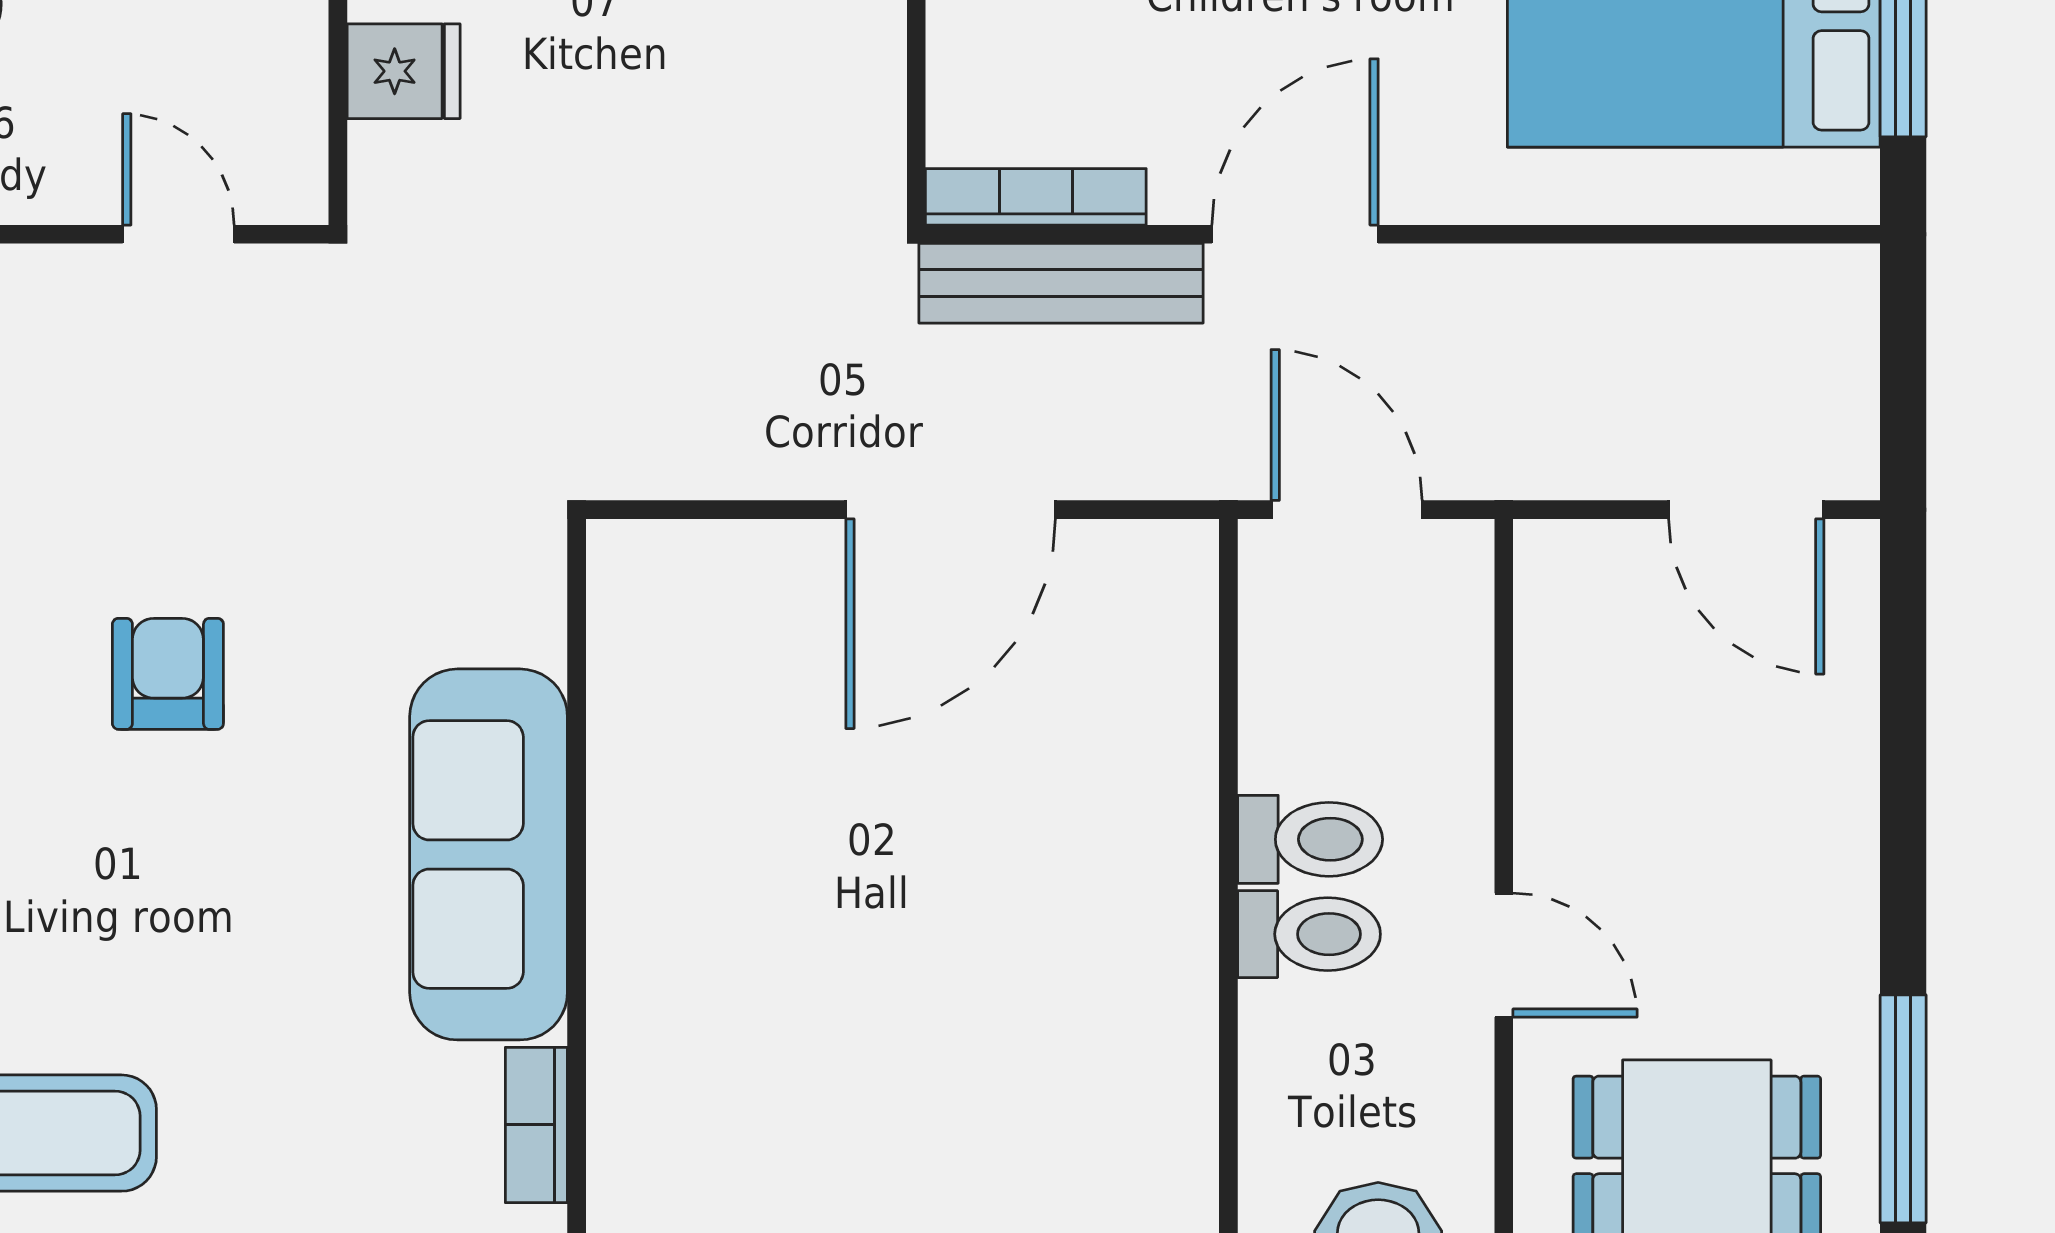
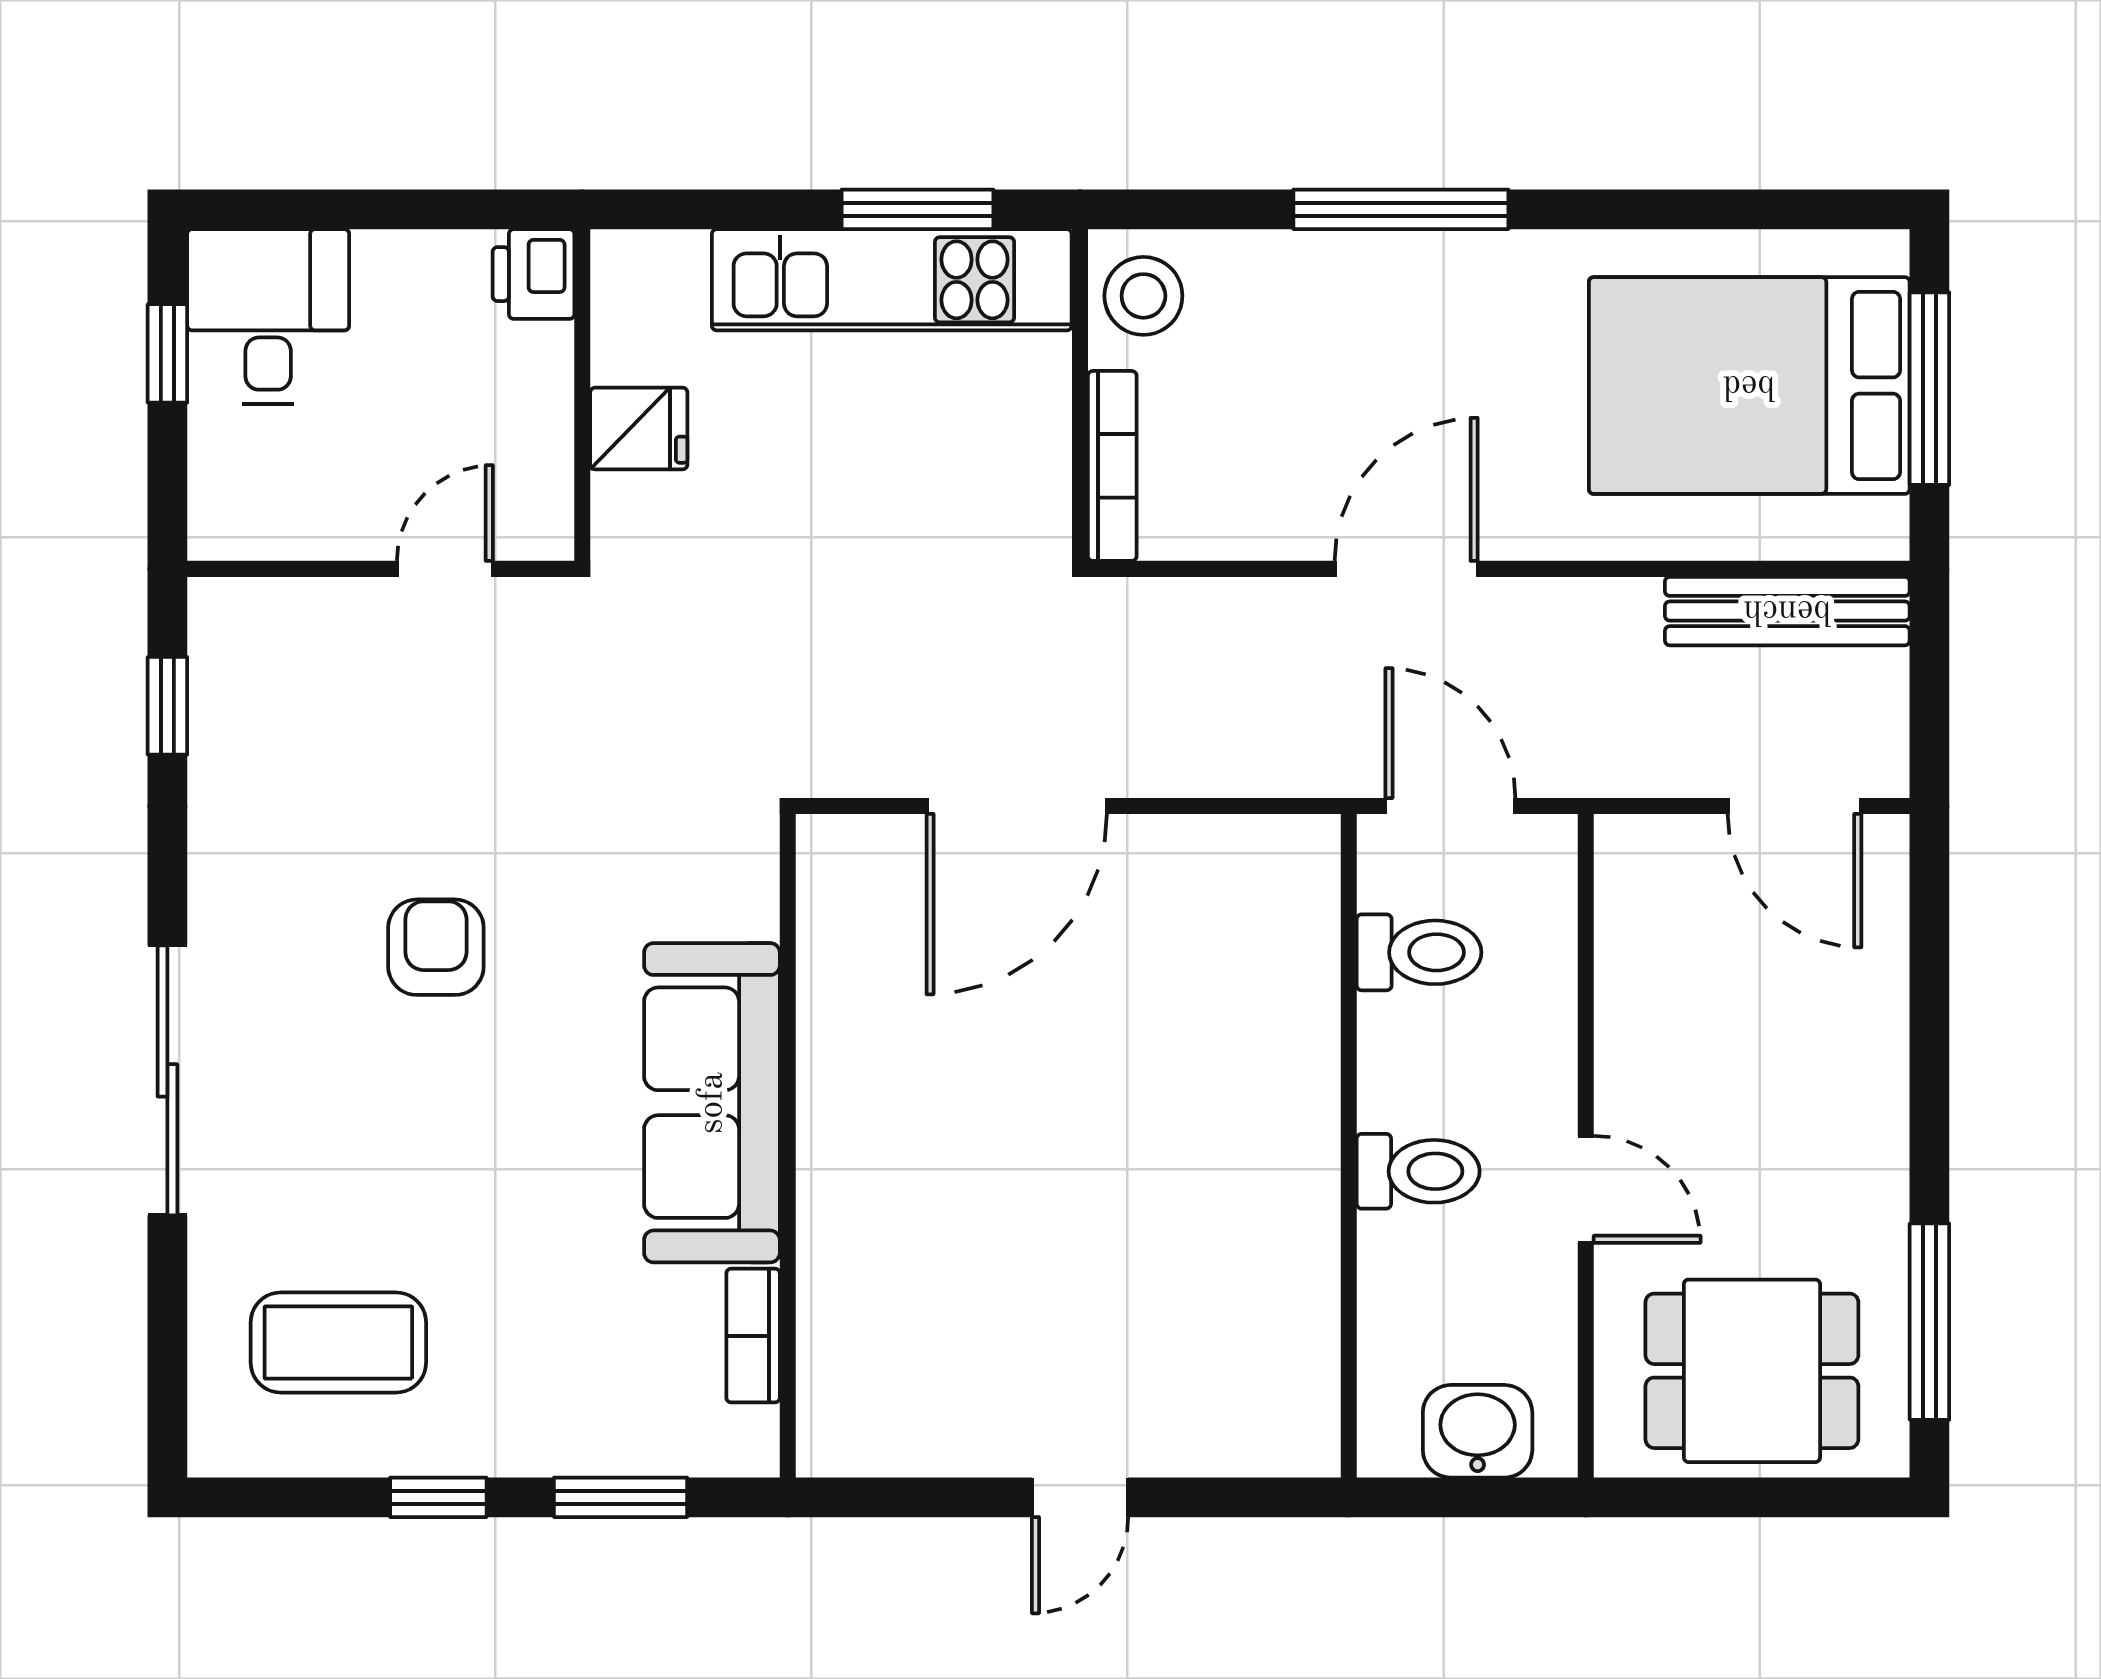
bookcase: (1036, 197) -> (1112, 466), moved, turned 90
door: (178, 234) -> (445, 569), hinge flipped
bench: (1061, 283) -> (1787, 611), moved
door: (951, 510) -> (1017, 806), moved
toilet: (1310, 839) -> (1419, 952), moved

